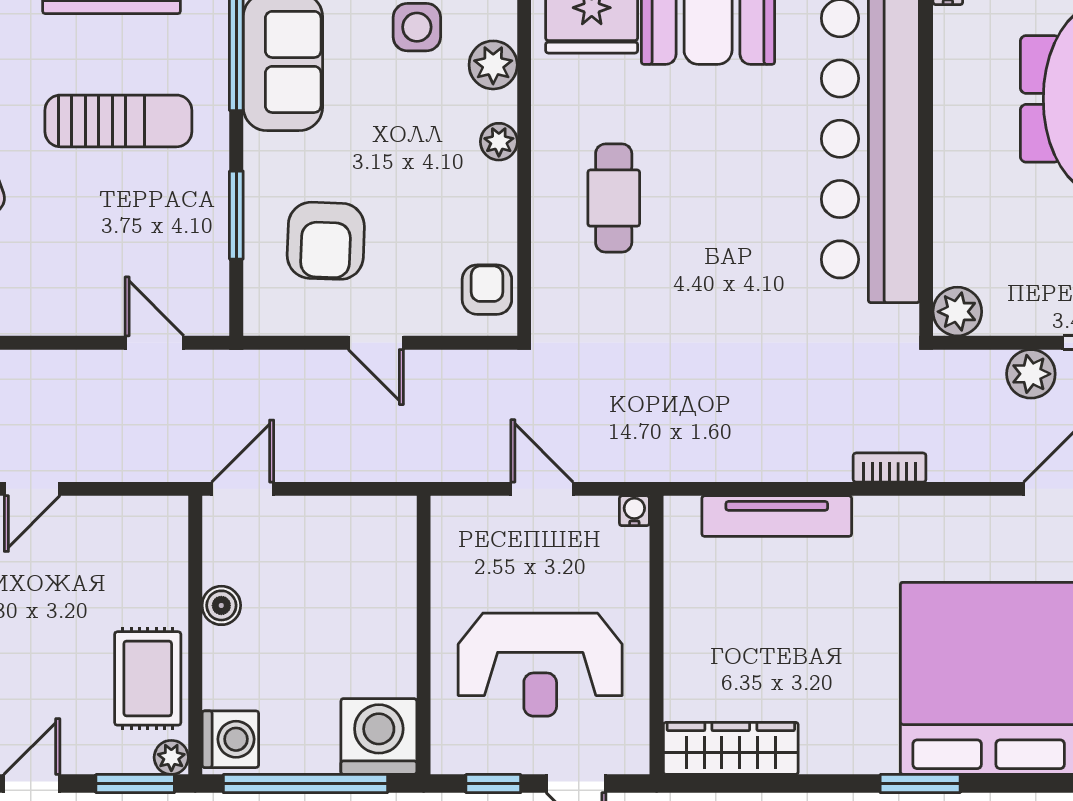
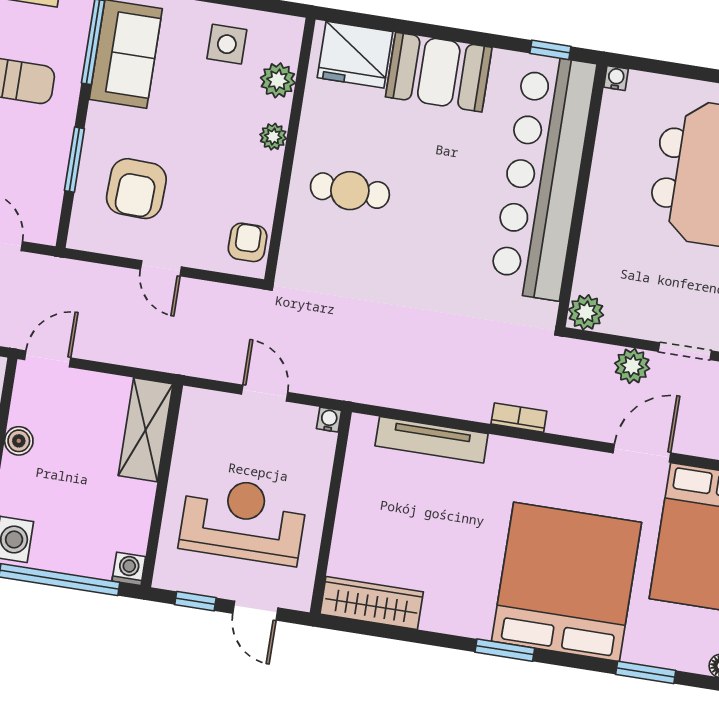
cafe table: (614, 198) -> (350, 191), turned 90
shelving: (390, 563) -> (146, 430), added
reception desk: (540, 665) -> (243, 520), turned 180
washing machine: (379, 736) -> (129, 569), width x0.53, depth x0.53

